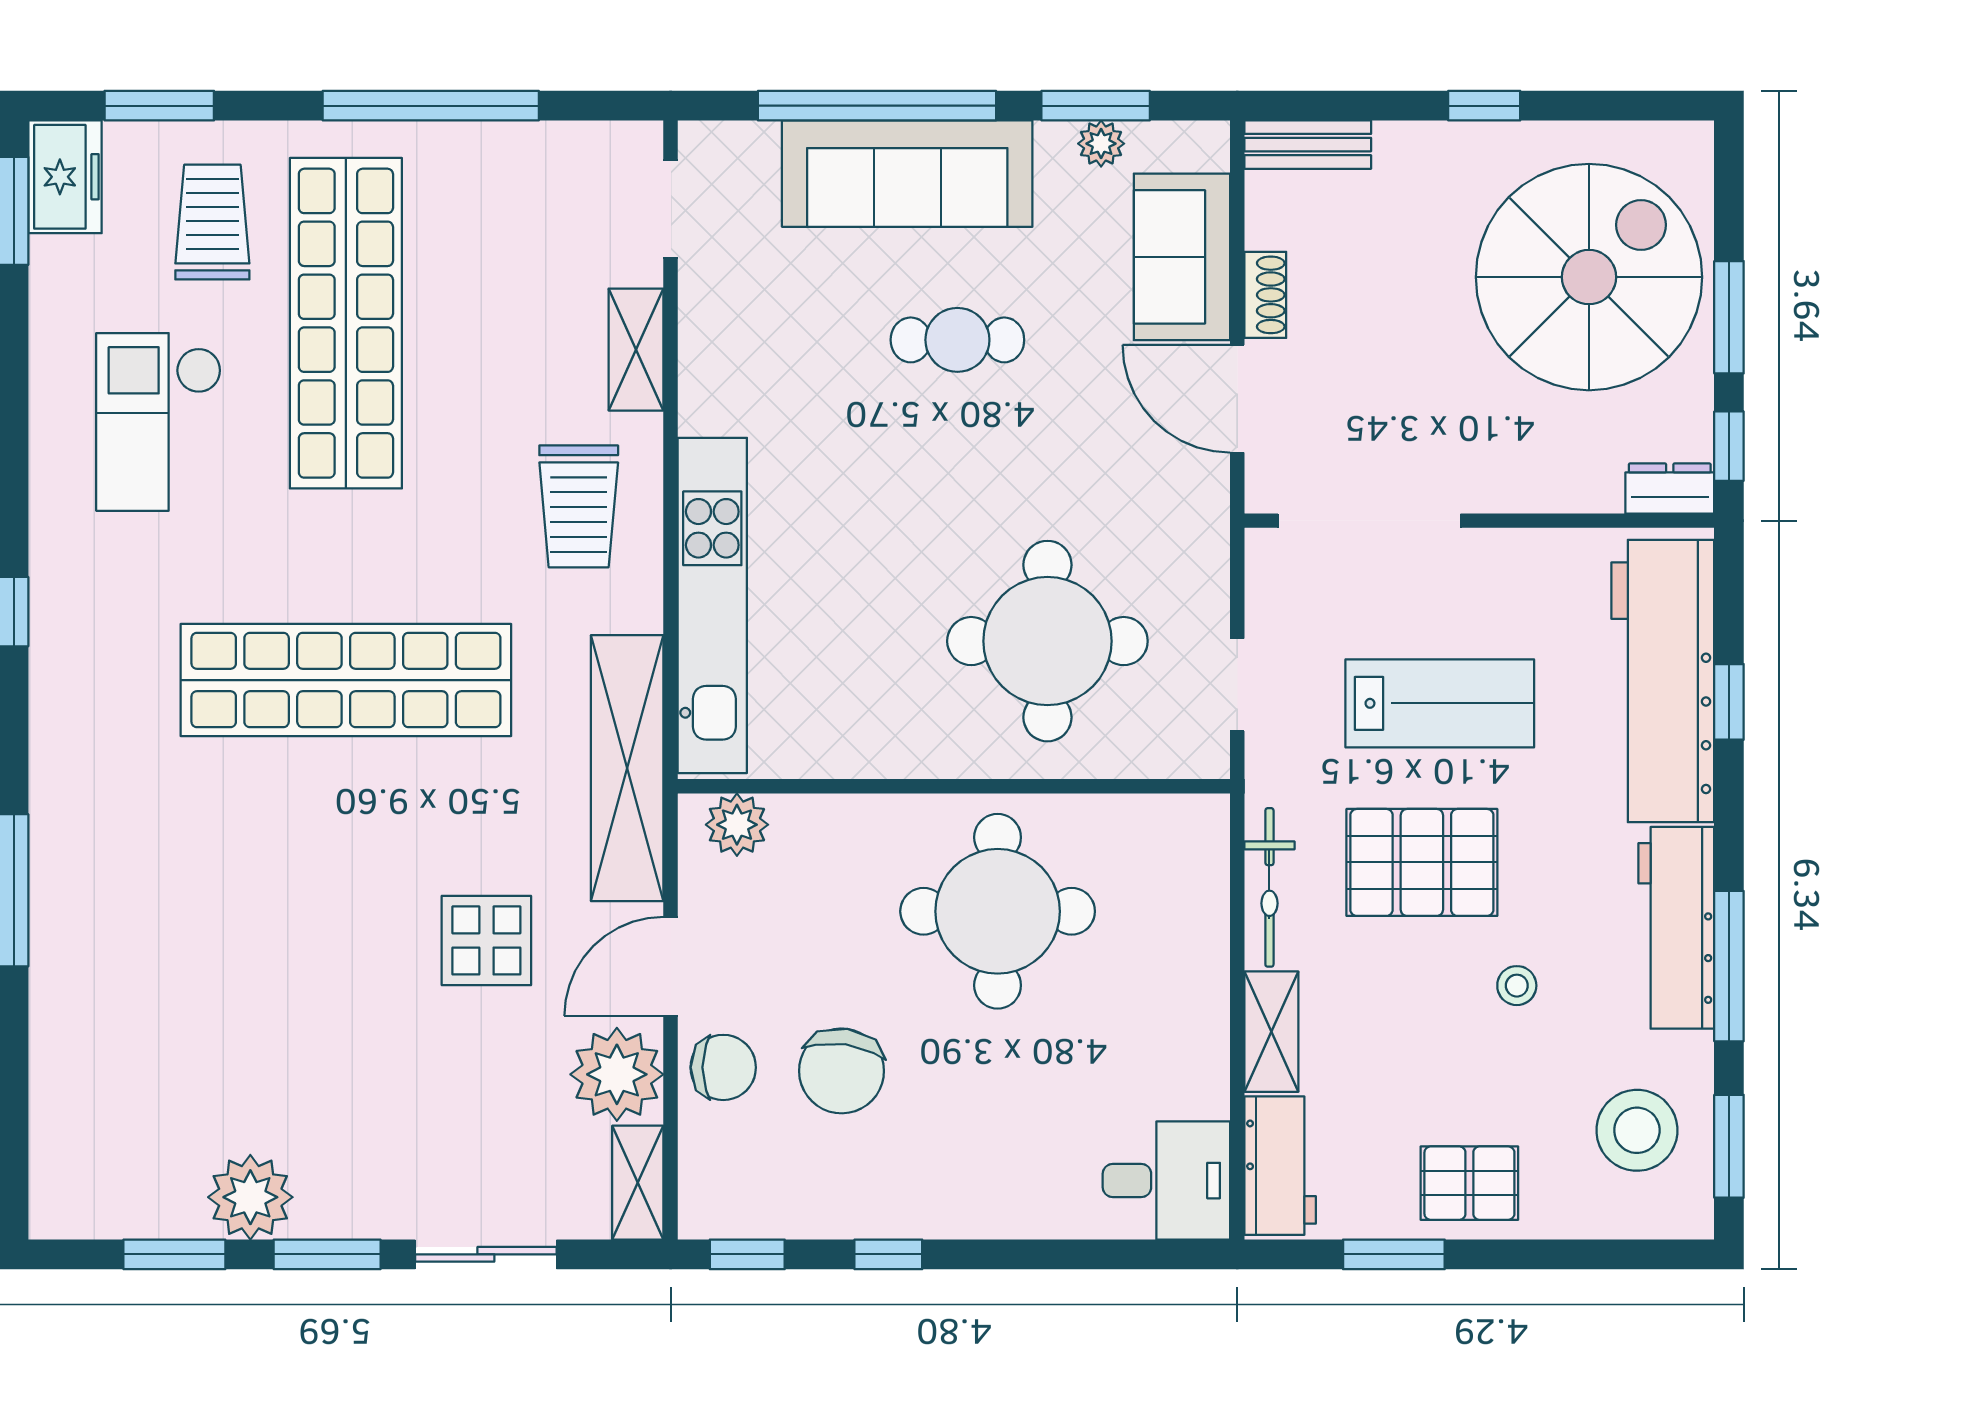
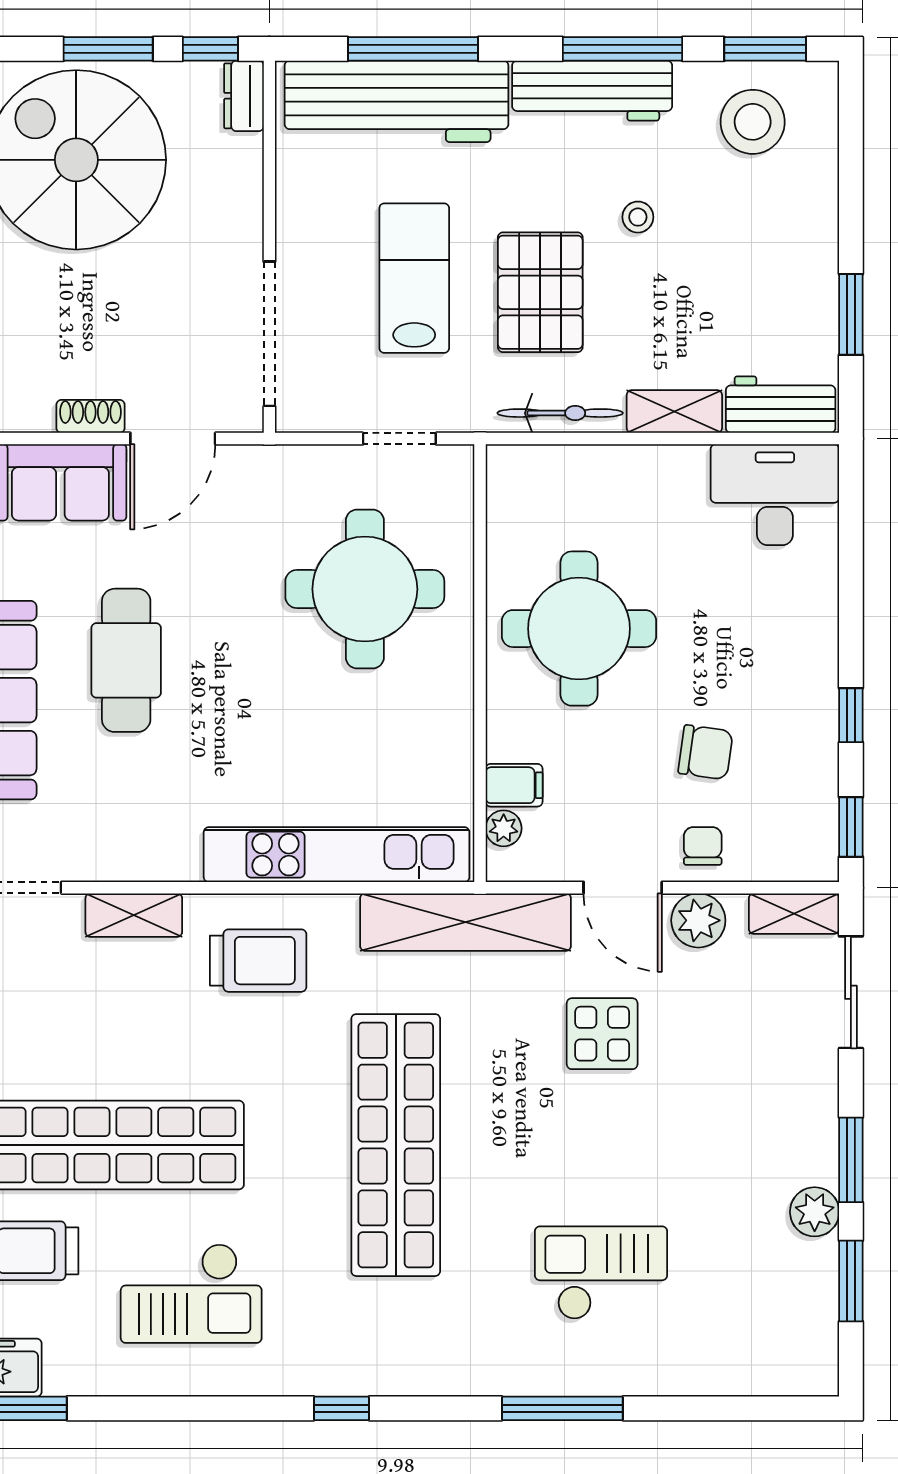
cafe table: (957, 340) -> (126, 660), width x1.37, depth x1.35
window: (1729, 702) -> (413, 49), width x2.17
plant: (737, 825) -> (504, 828), width x0.73, depth x0.73
filing cabinet: (800, 829) -> (514, 785), added
checkout: (185, 939) -> (601, 1273), added
chair: (723, 1067) -> (703, 846), width x0.73, depth x0.73
chair: (841, 1071) -> (706, 752), width x0.73, depth x0.73
plant: (617, 1074) -> (698, 920), width x0.73, depth x0.73
desk: (1166, 1181) -> (775, 495), width x1.37
pallet: (1469, 1183) -> (794, 255), removed
plant: (250, 1197) -> (815, 1212), width x0.73, depth x0.73
sliding door: (486, 1254) -> (851, 992), moved

